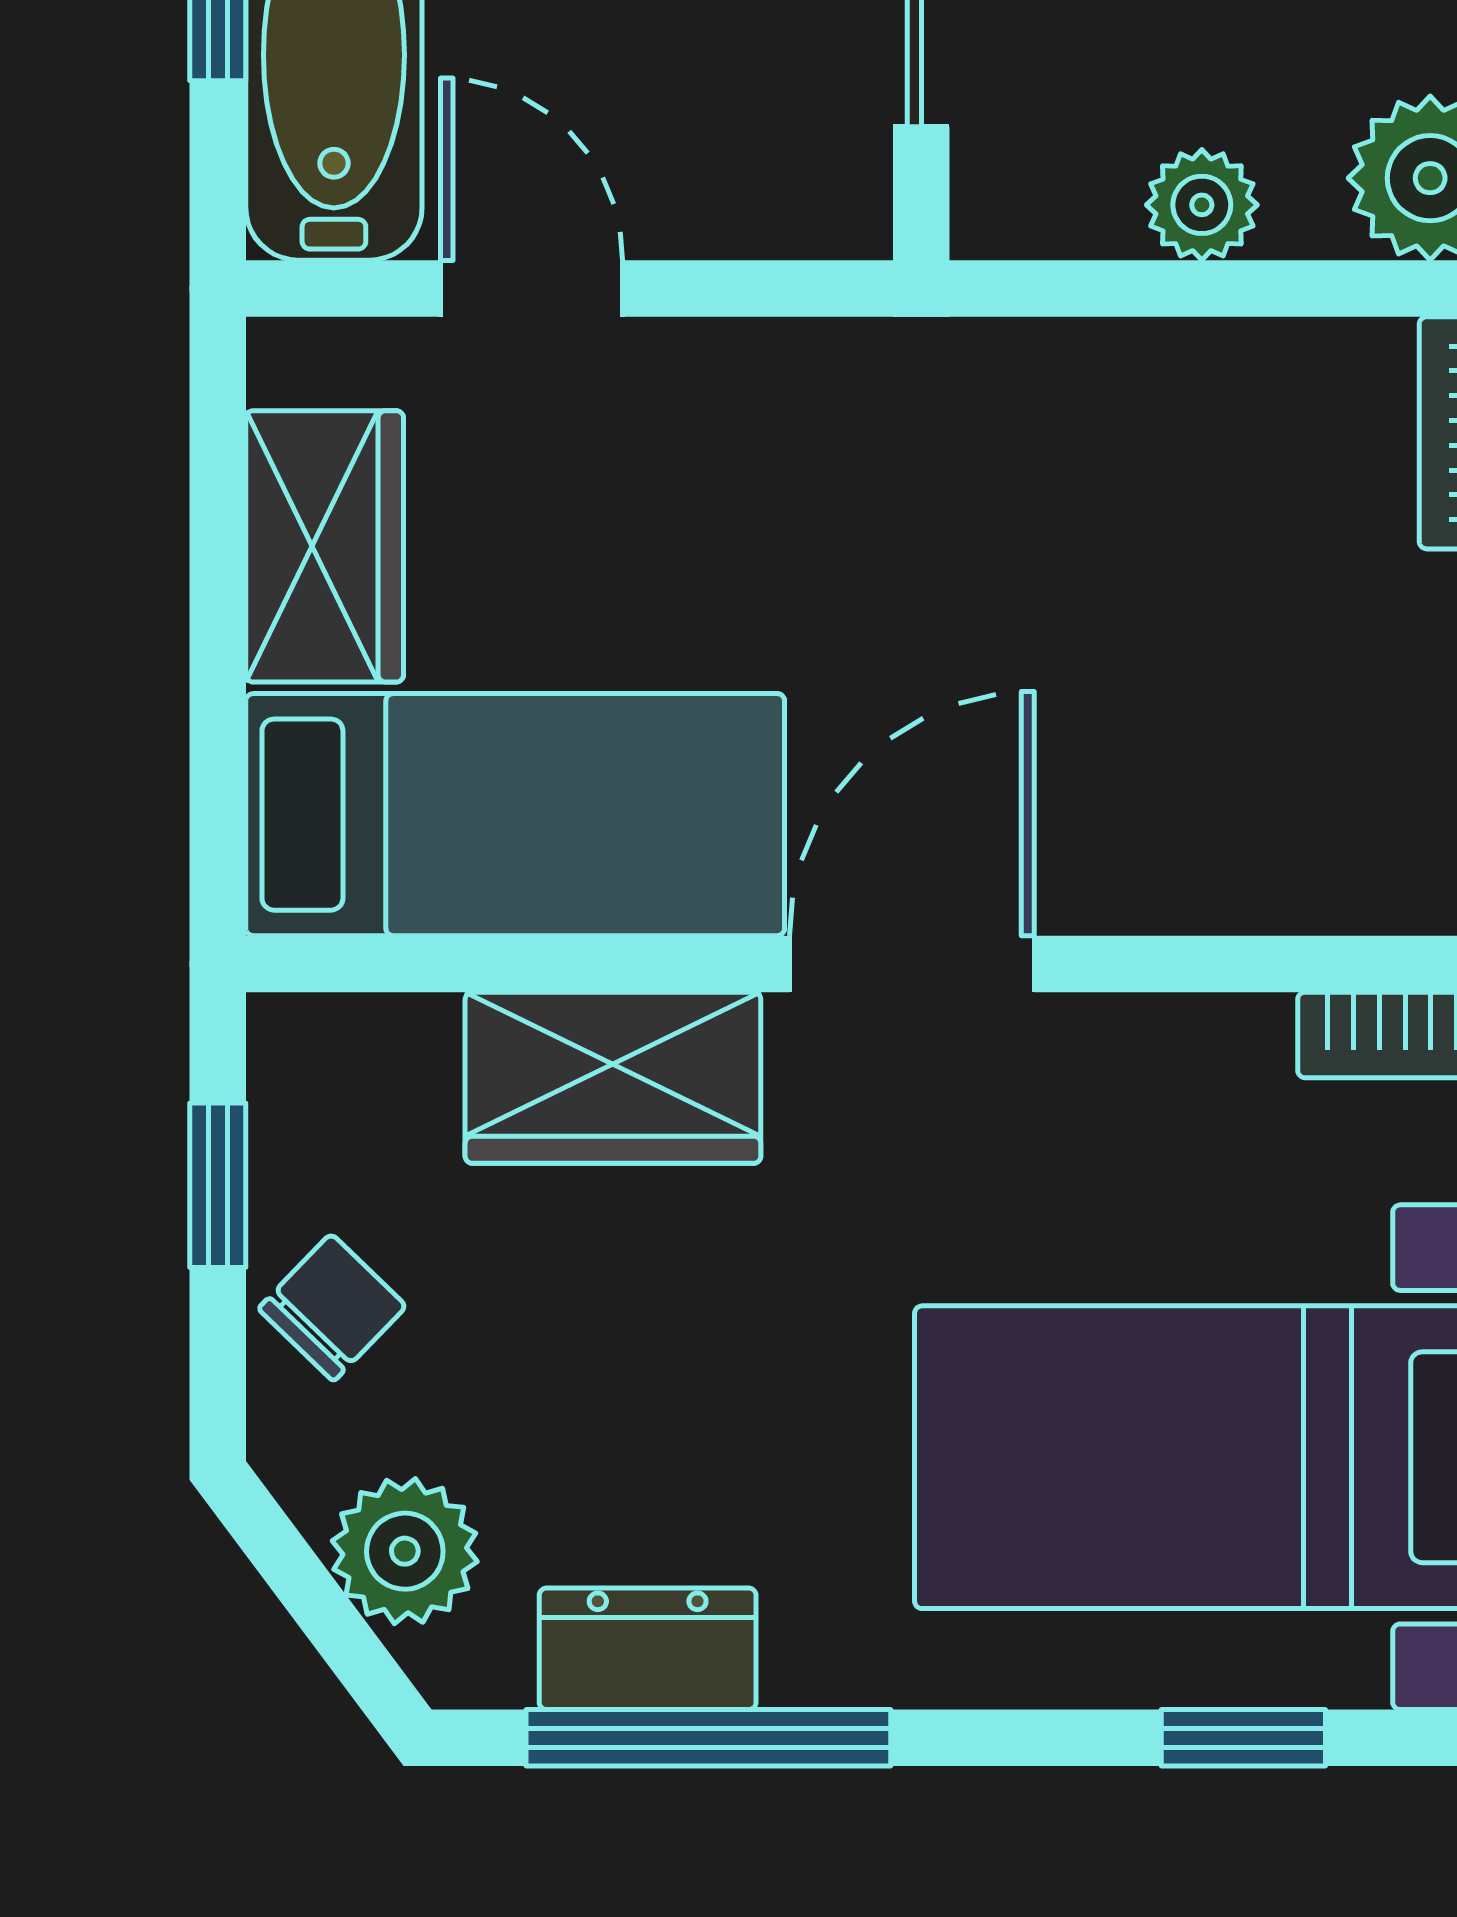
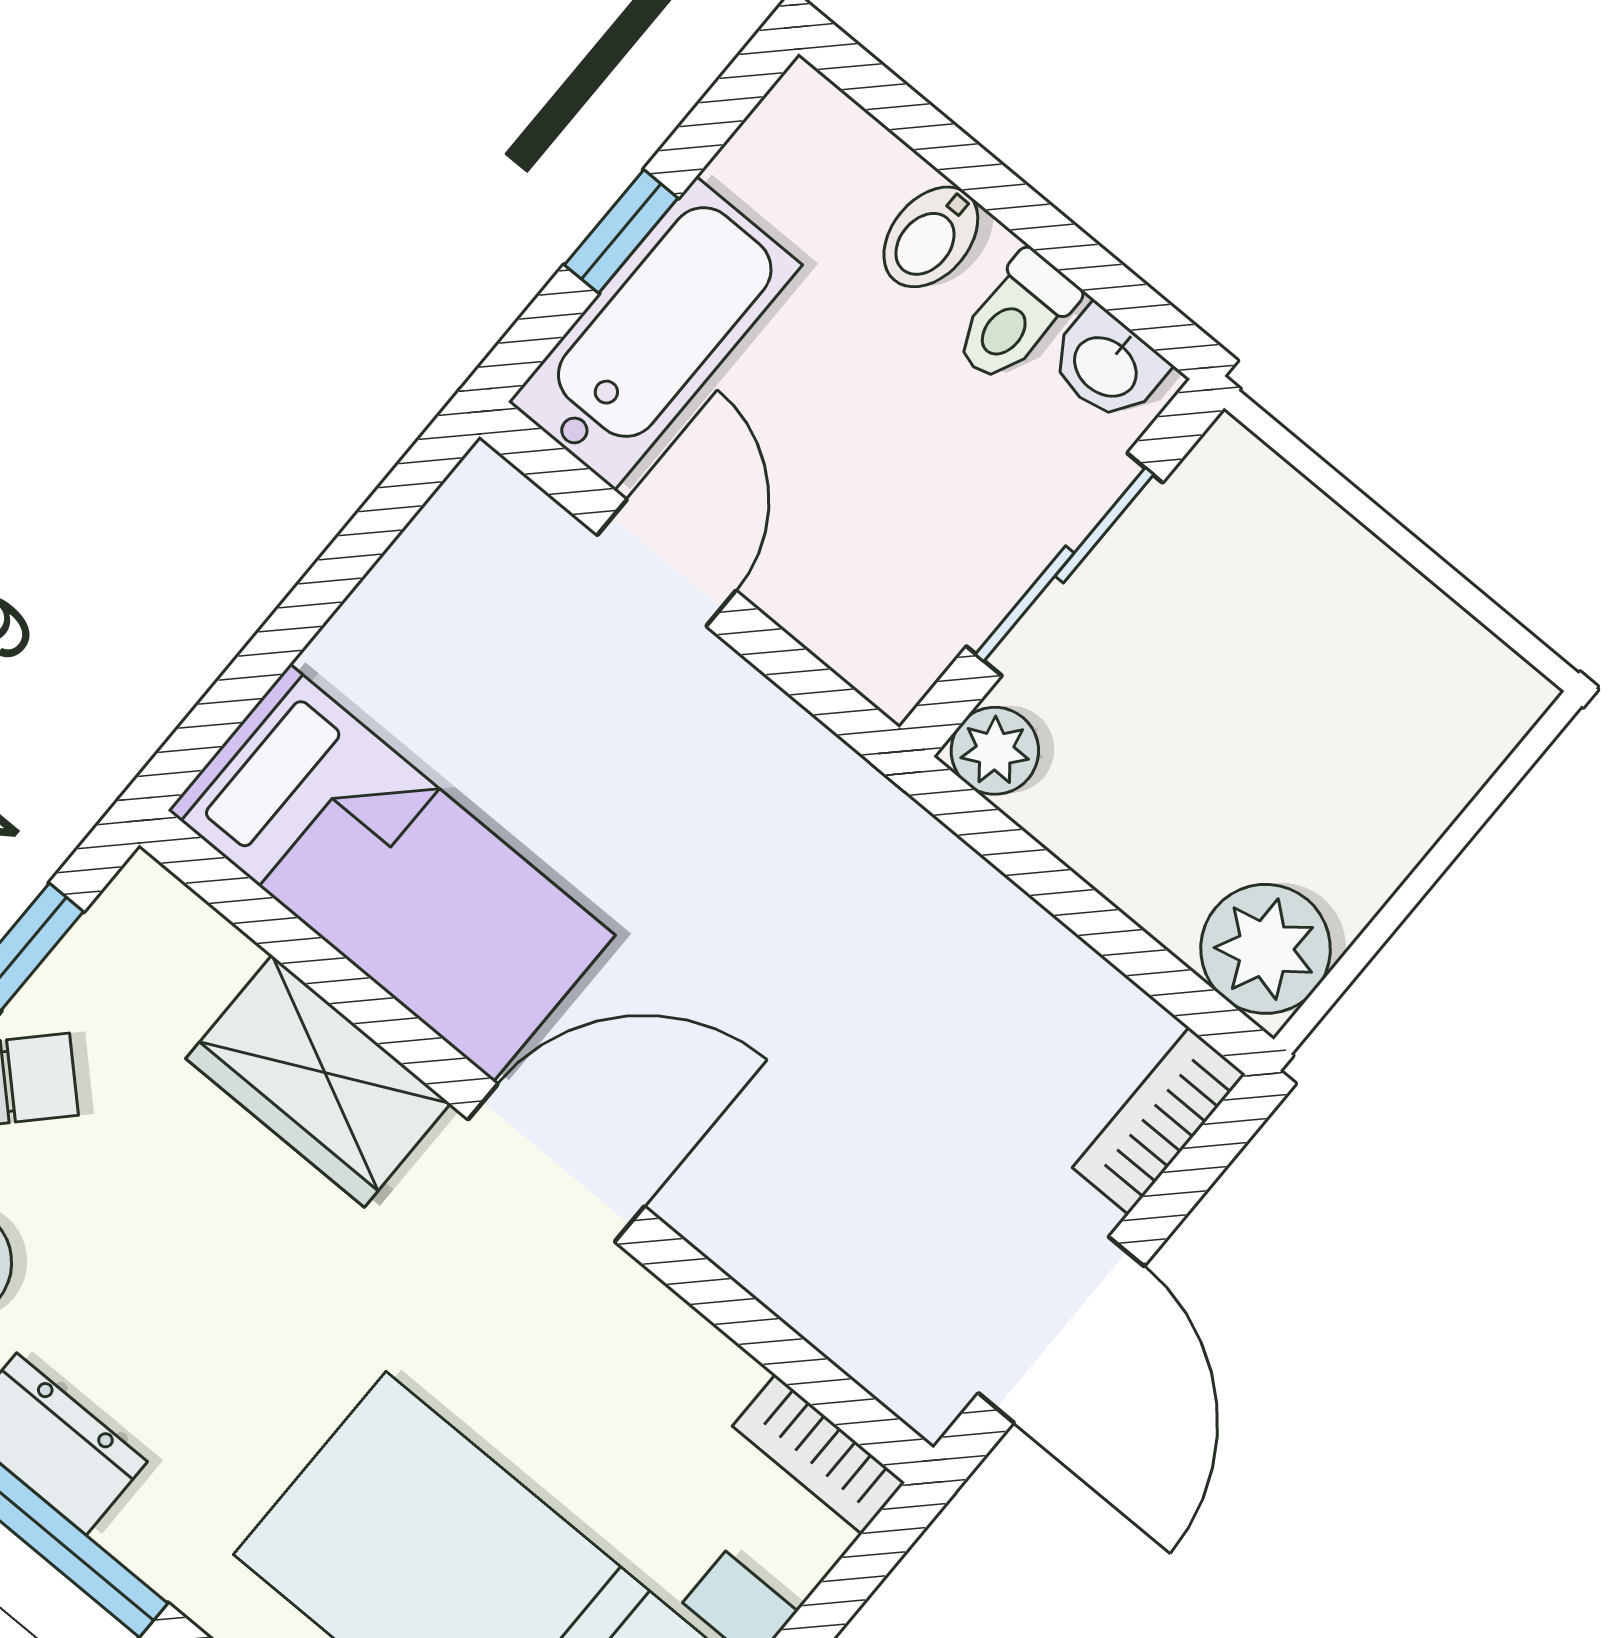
plant: (1202, 205) -> (995, 751), moved
wardrobe: (325, 546) -> (411, 615), removed

